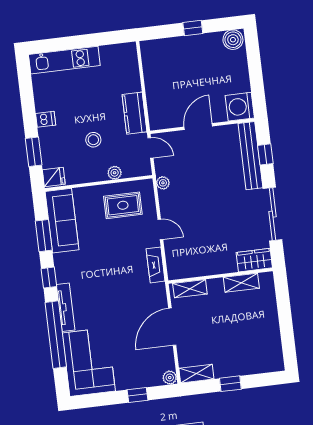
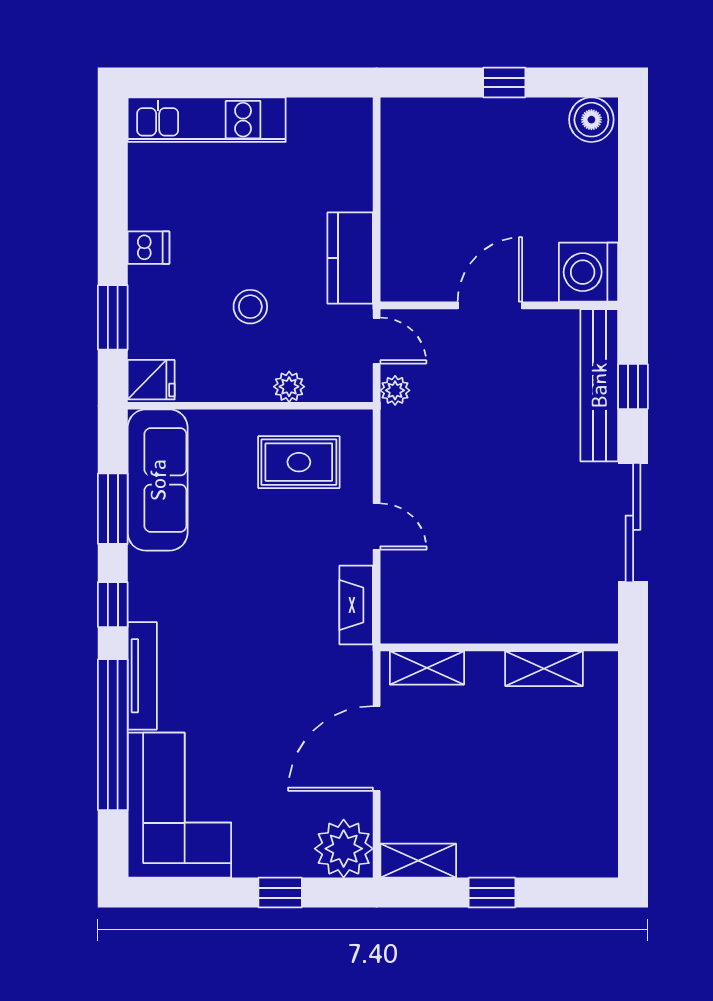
plant: (163, 183) -> (395, 390), moved
wardrobe: (254, 260) -> (579, 621), removed
plant: (170, 378) -> (344, 849), width x1.87, depth x1.87

